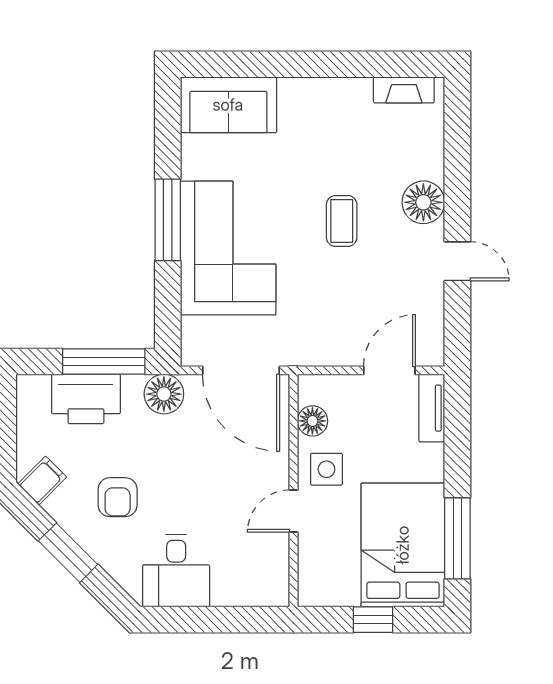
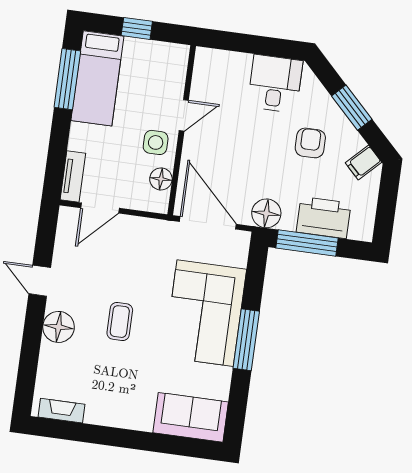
bed: (403, 545) -> (97, 78), width x0.67

